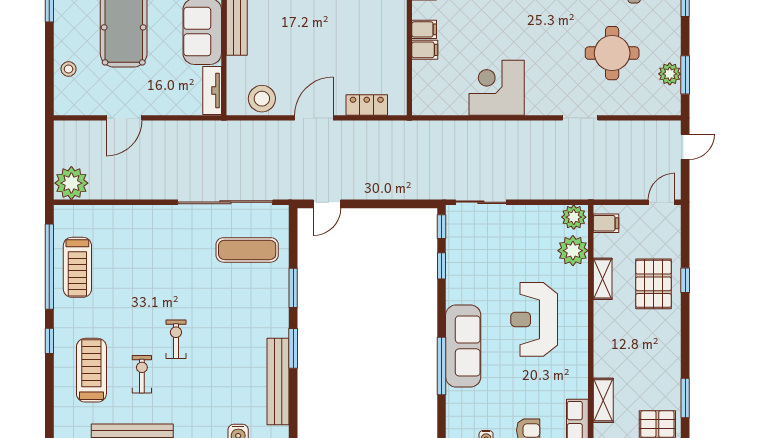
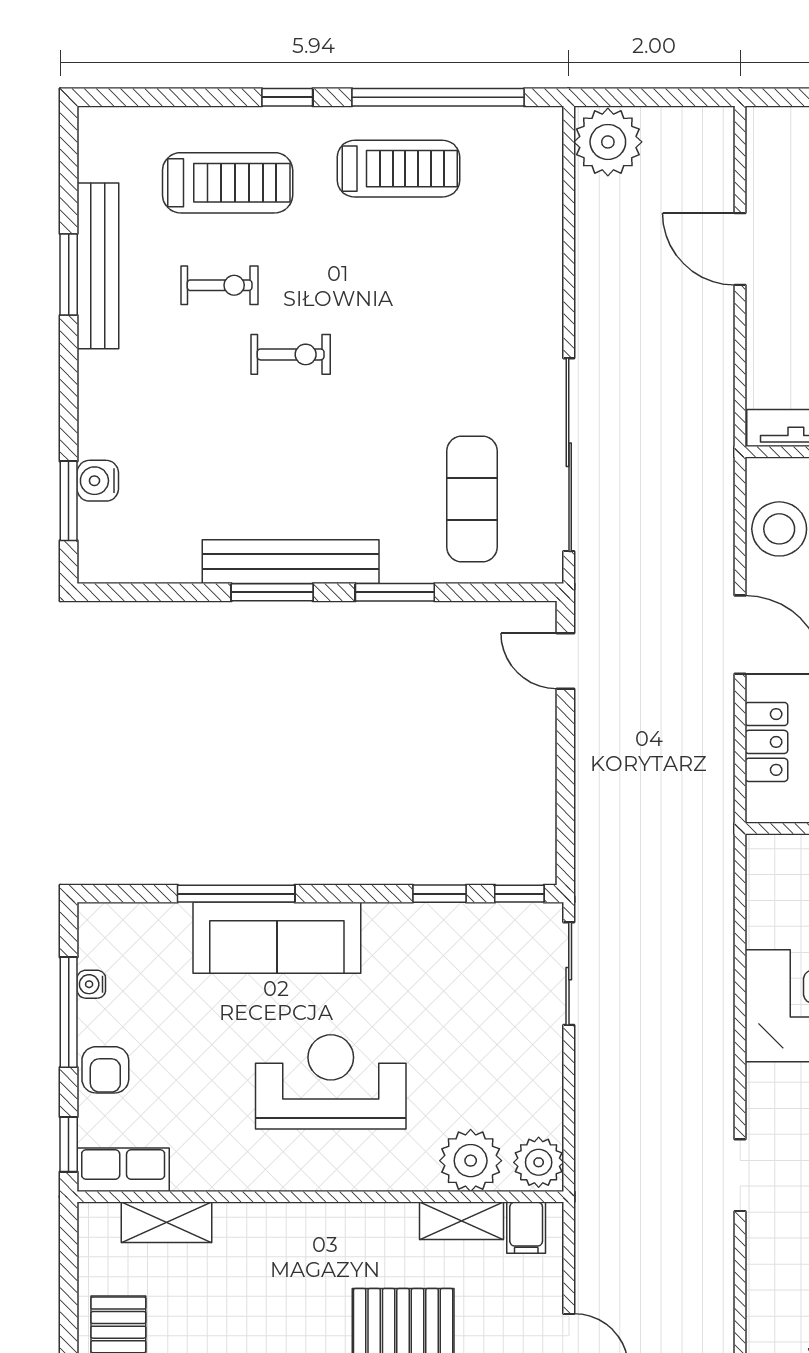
treadmill: (77, 267) -> (399, 169), moved, turned 180
shelving: (603, 279) -> (462, 1221), moved
bench: (278, 382) -> (291, 562), moved

